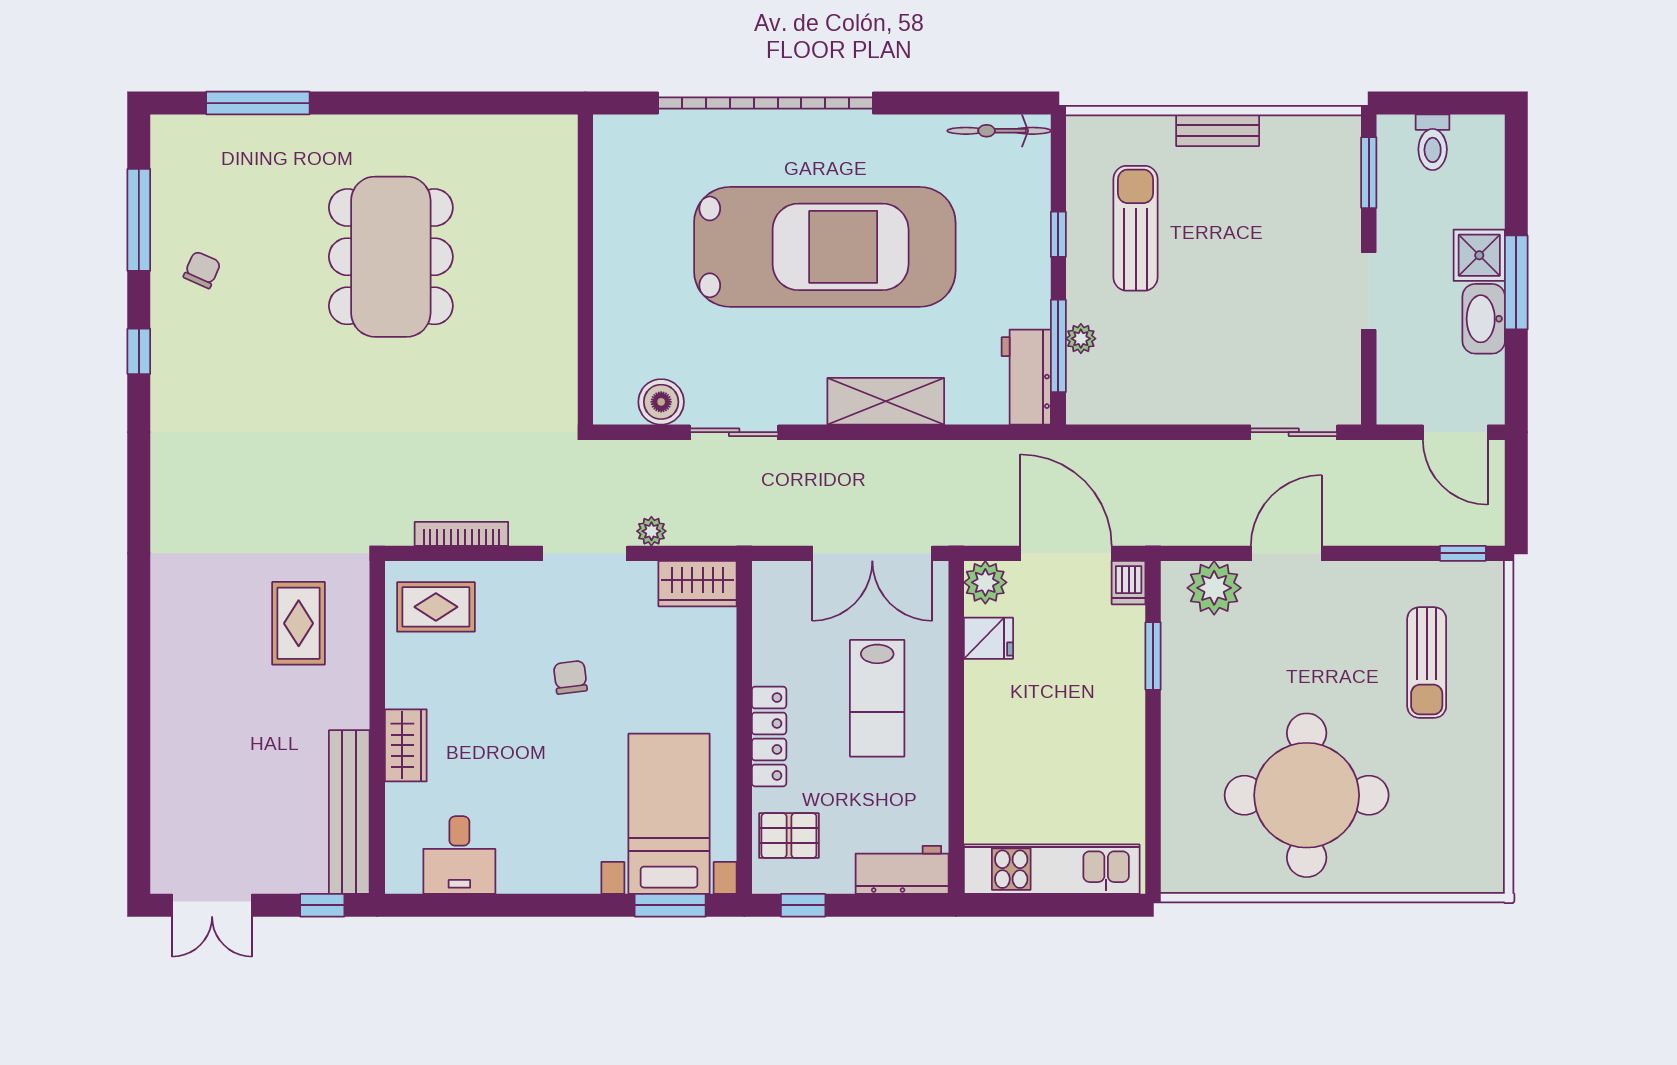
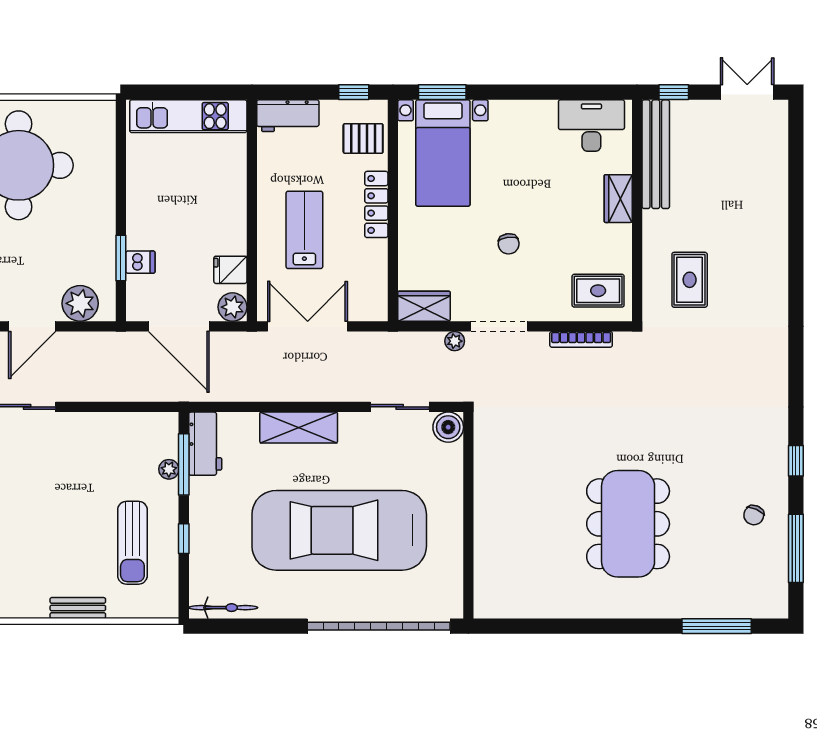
wall: (585, 270) -> (468, 515), moved
dishwasher: (1129, 583) -> (140, 262), moved, turned 90
desk: (459, 855) -> (591, 126), width x1.37

